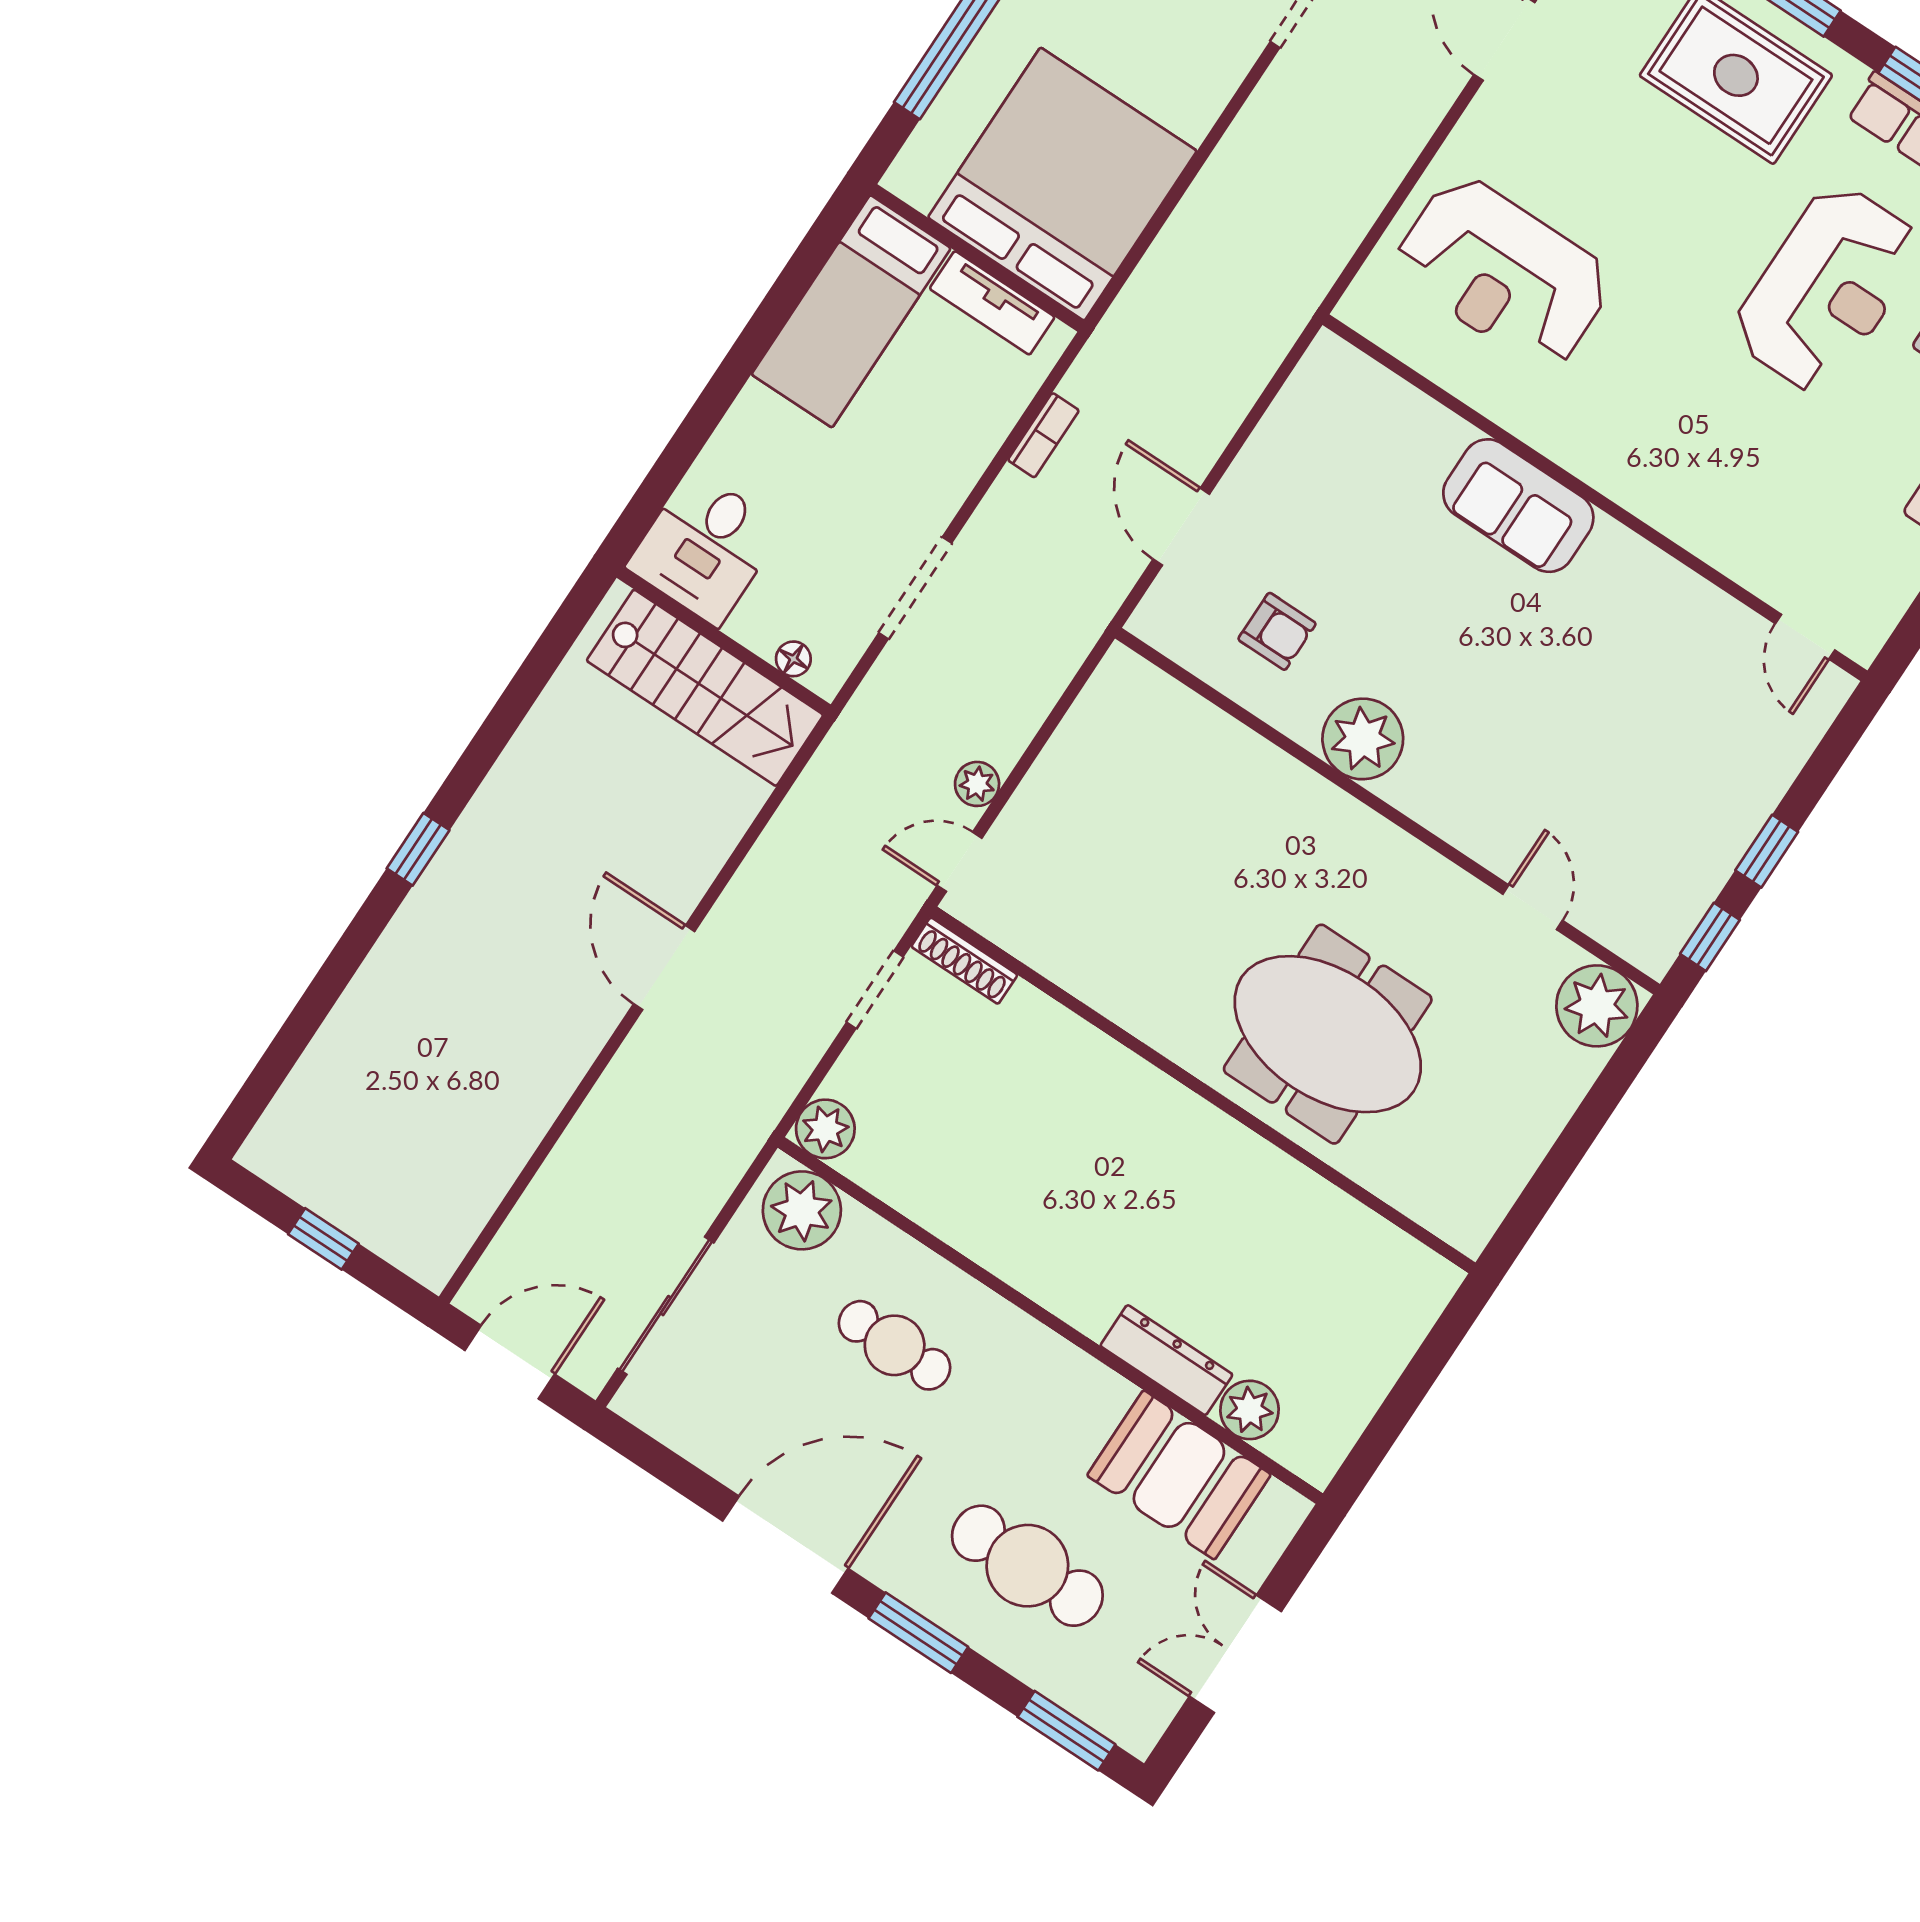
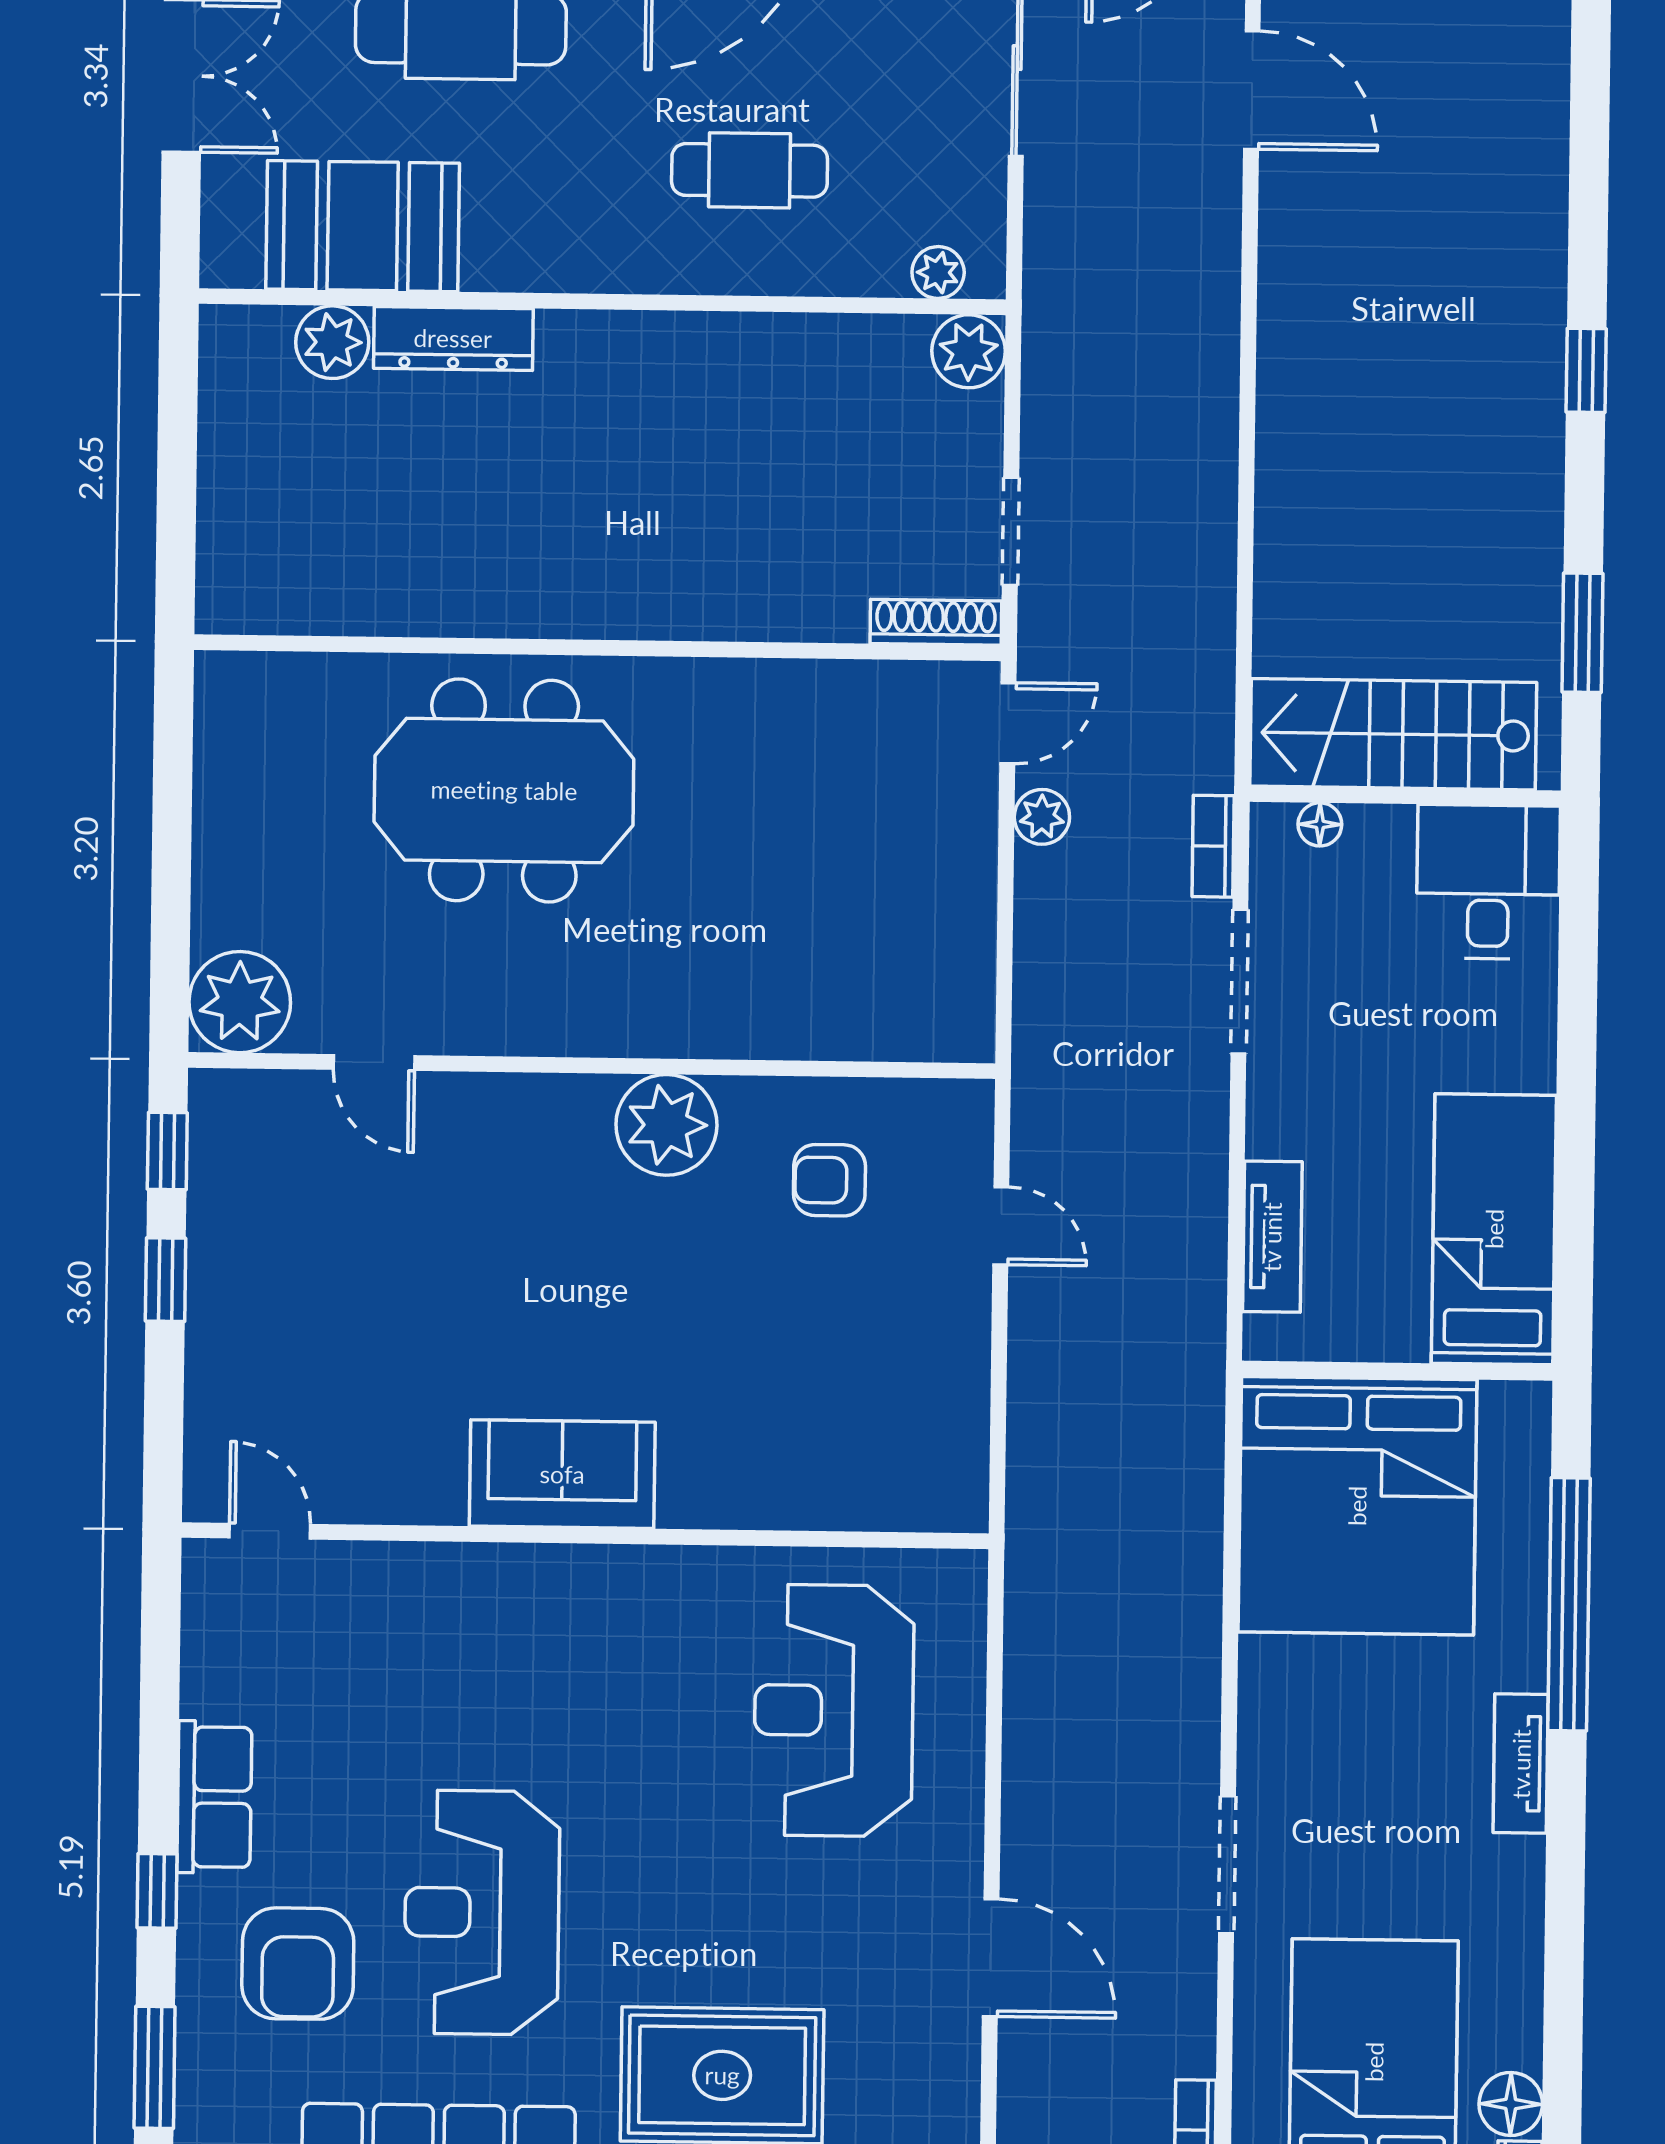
reception desk: (1503, 273) -> (834, 1710), turned -90
tv unit: (992, 303) -> (1272, 1237), moved, turned 90
bookcase: (1043, 435) -> (1213, 846), moved
sofa: (1518, 506) -> (562, 1474), moved
door: (1181, 527) -> (1001, 1226), width x0.73
window: (534, 674) -> (1582, 633), added
door: (664, 968) -> (1252, 90), moved
plant: (802, 1210) -> (938, 272), width x0.53, depth x0.53

